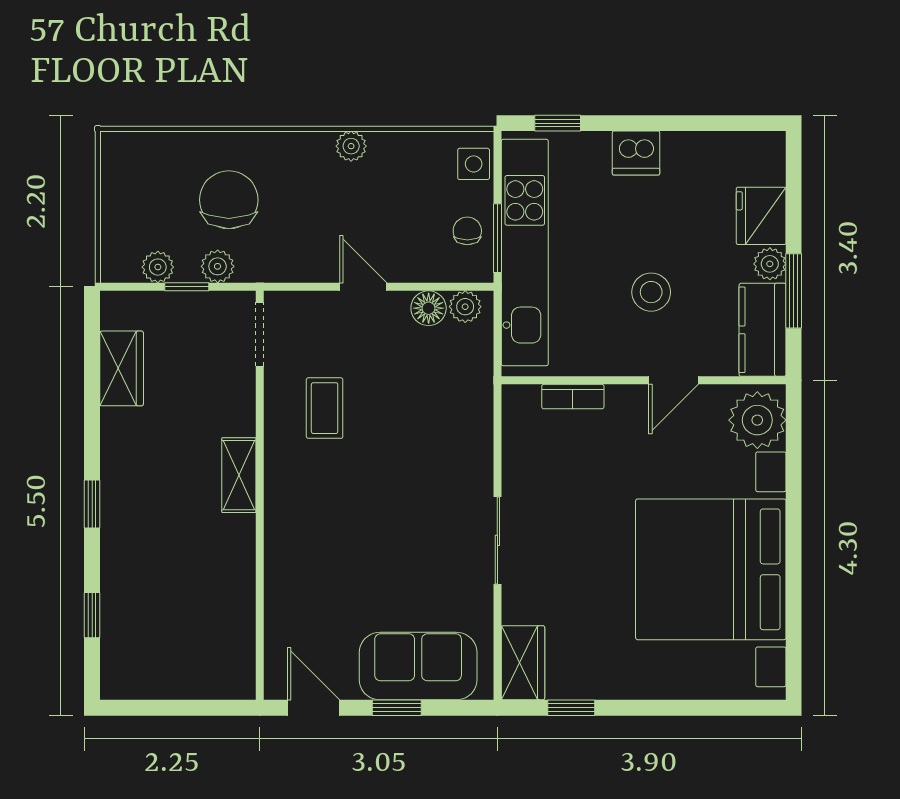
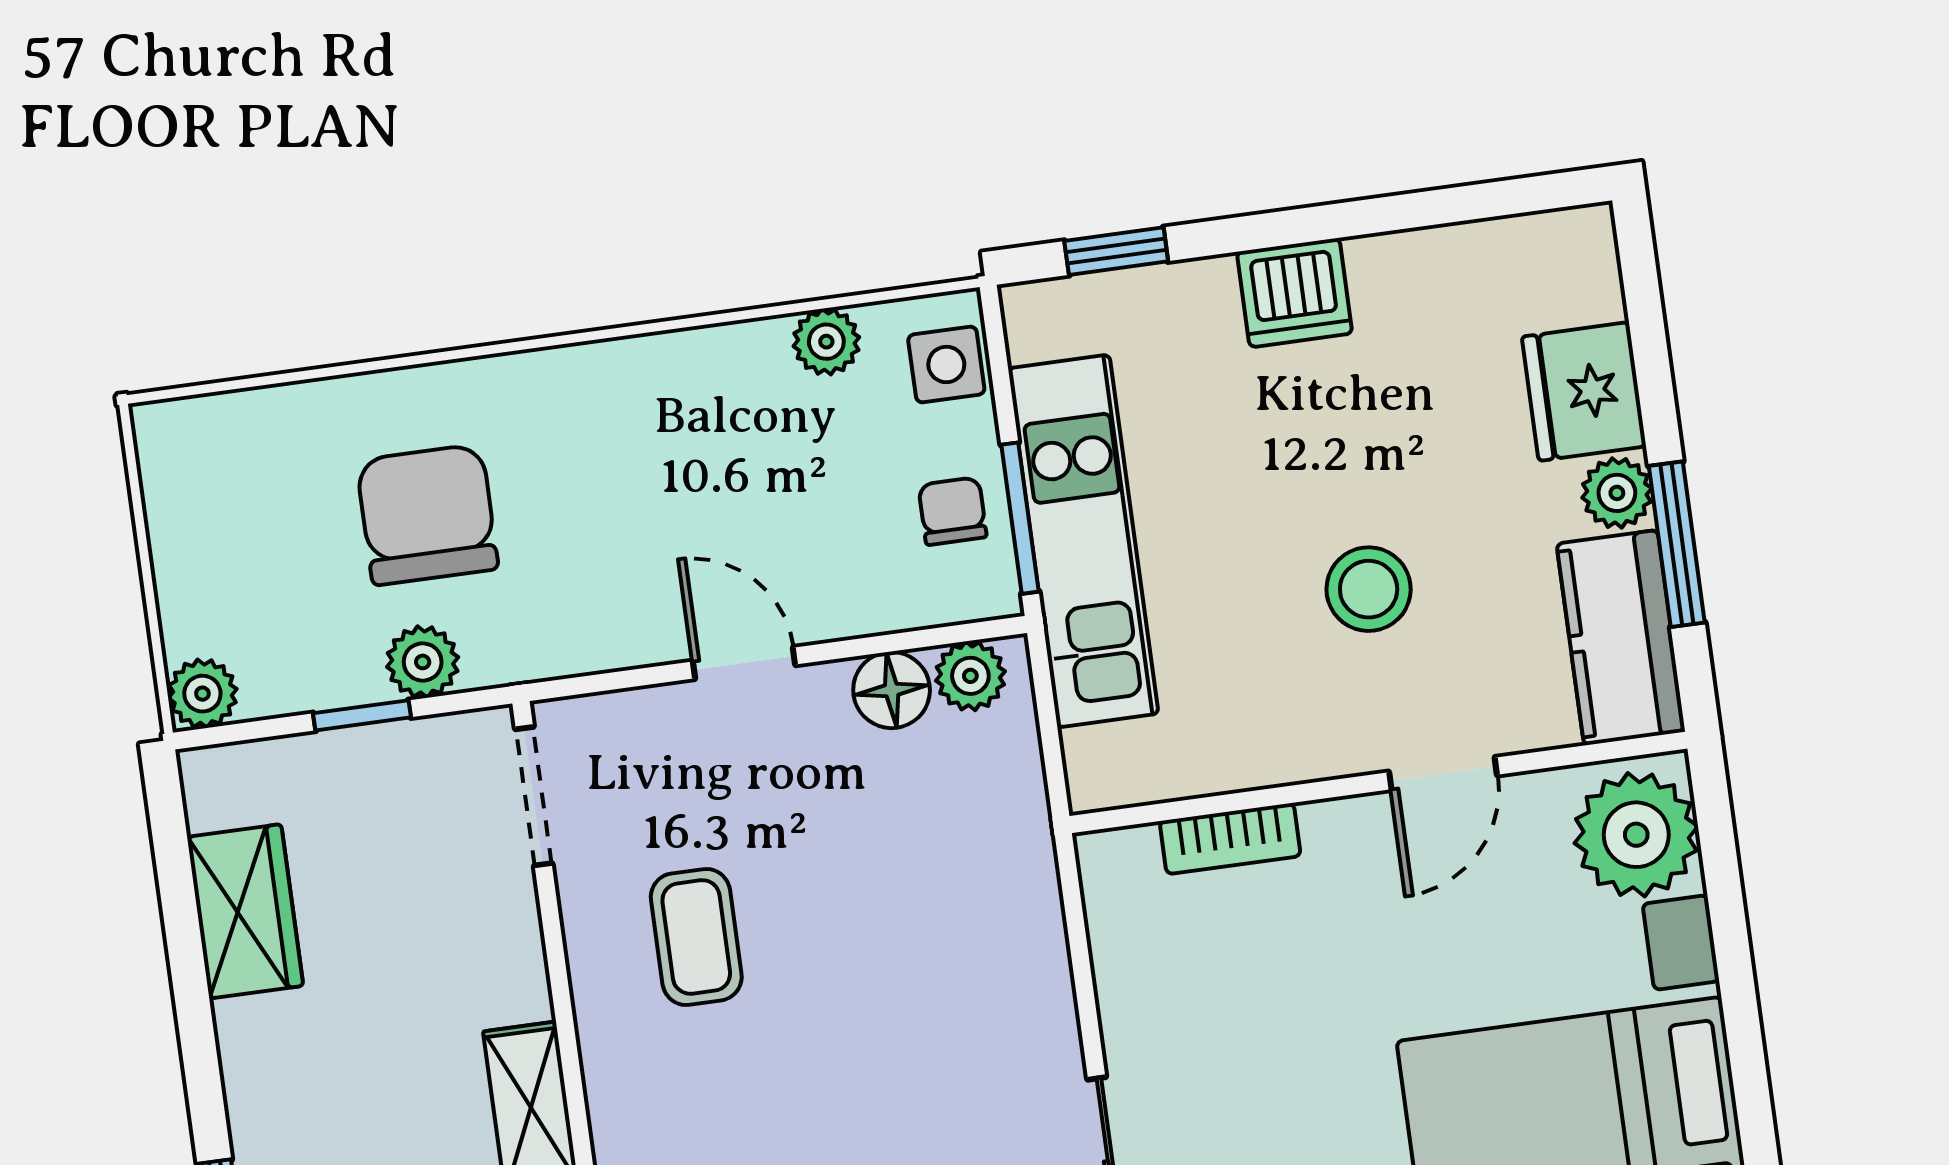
plant: (351, 146) -> (826, 342), moved
kitchen unit: (525, 253) -> (1083, 541), width x0.73
plant: (158, 267) -> (202, 694), moved

